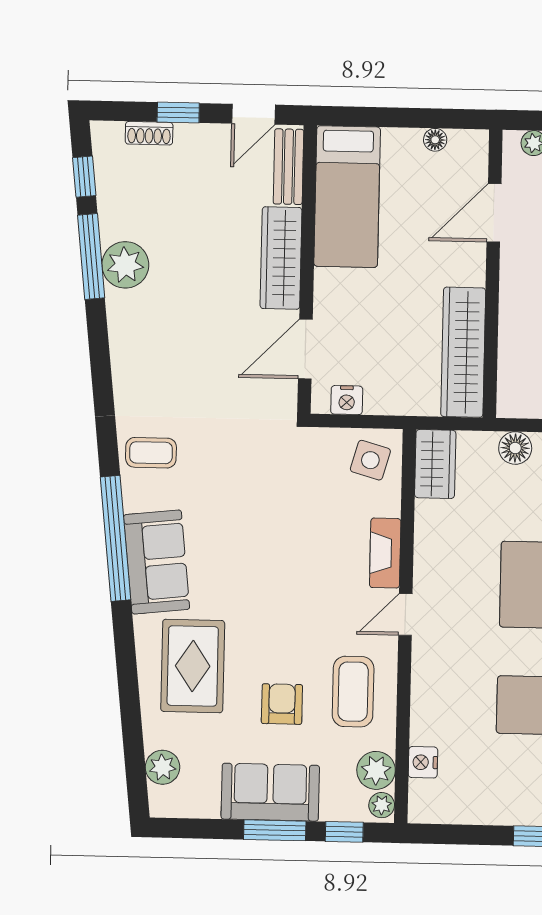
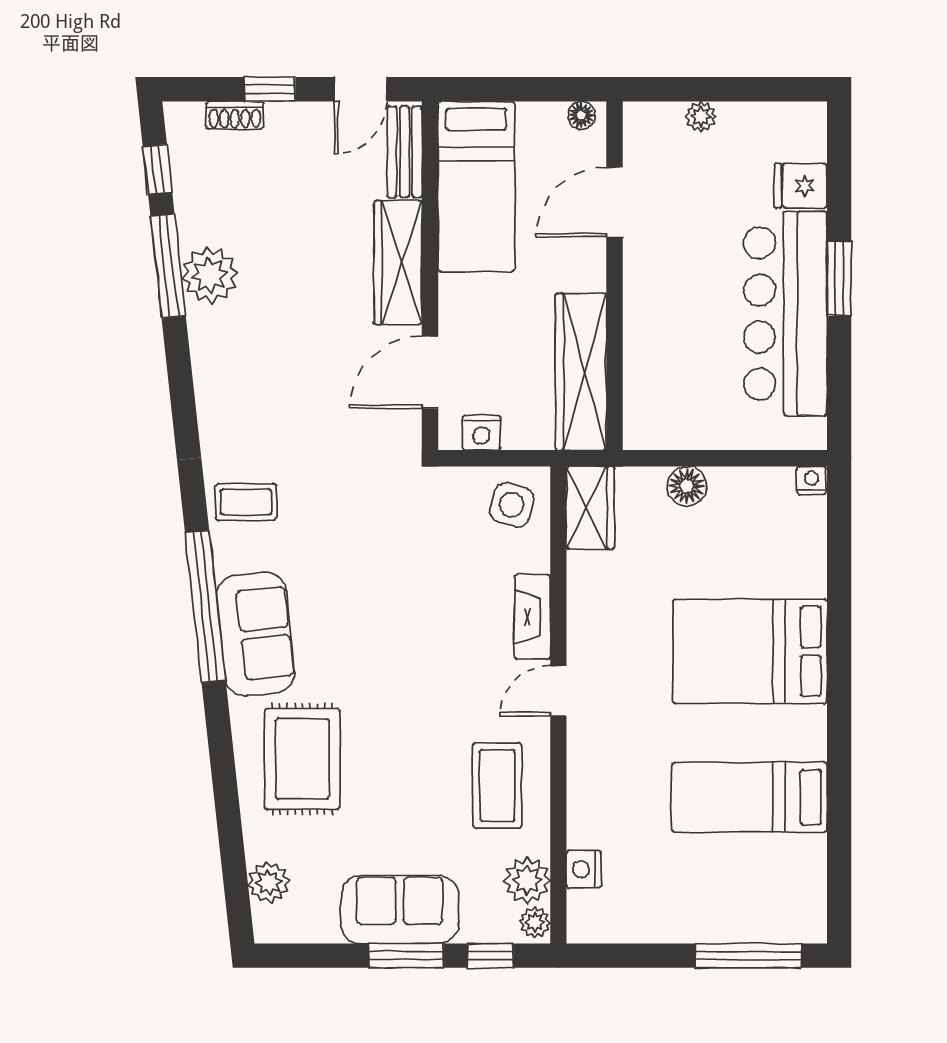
door: (494, 213) -> (614, 202), moved
wall: (493, 274) -> (614, 276), moved
wardrobe: (463, 352) -> (581, 372), moved
armchair: (282, 704) -> (411, 803), removed

